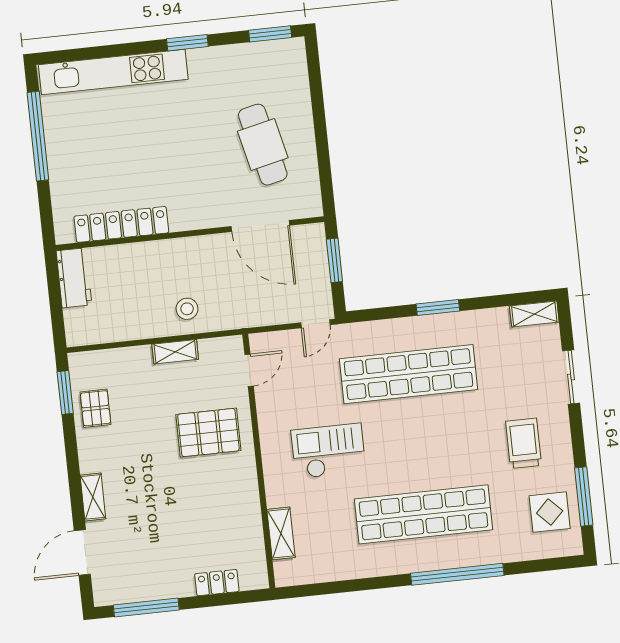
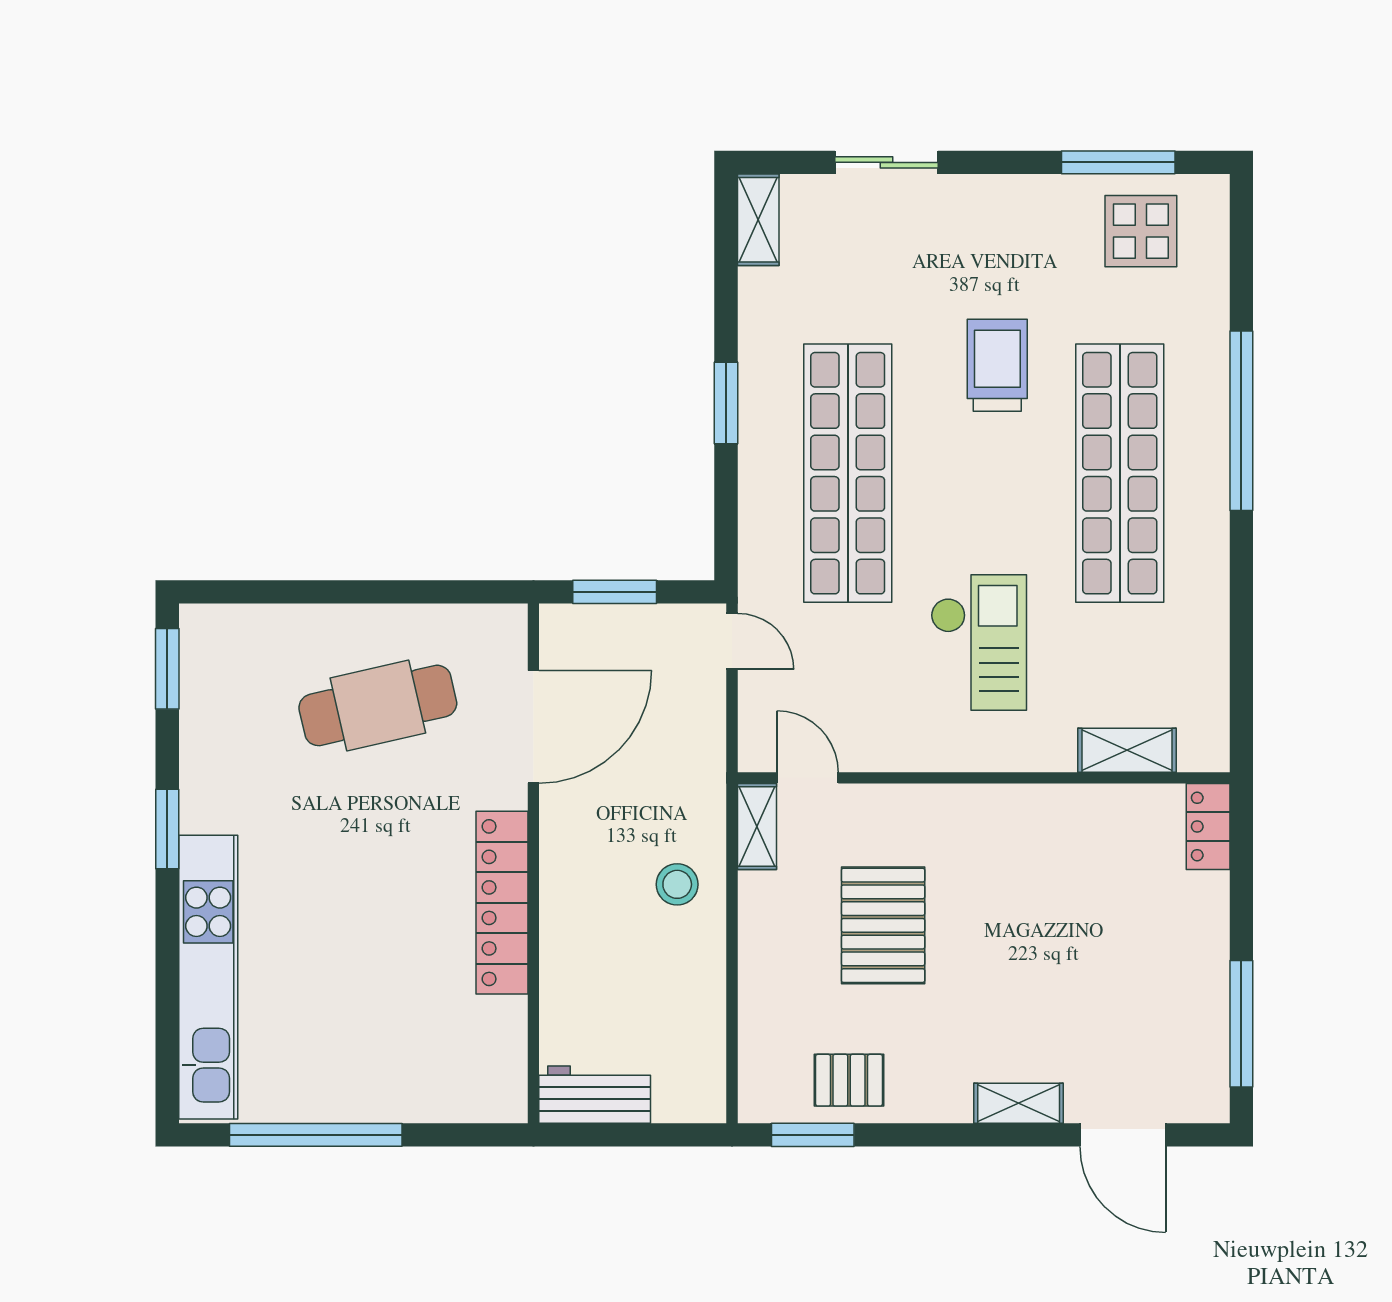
locker: (121, 224) -> (502, 903), moved
shelving: (175, 352) -> (757, 826), moved
pallet: (208, 433) -> (883, 925), moved
trolley: (524, 443) -> (997, 365), moved, turned 90
checkout: (328, 451) -> (979, 642), turned 180
locker: (217, 583) -> (1208, 826), moved

